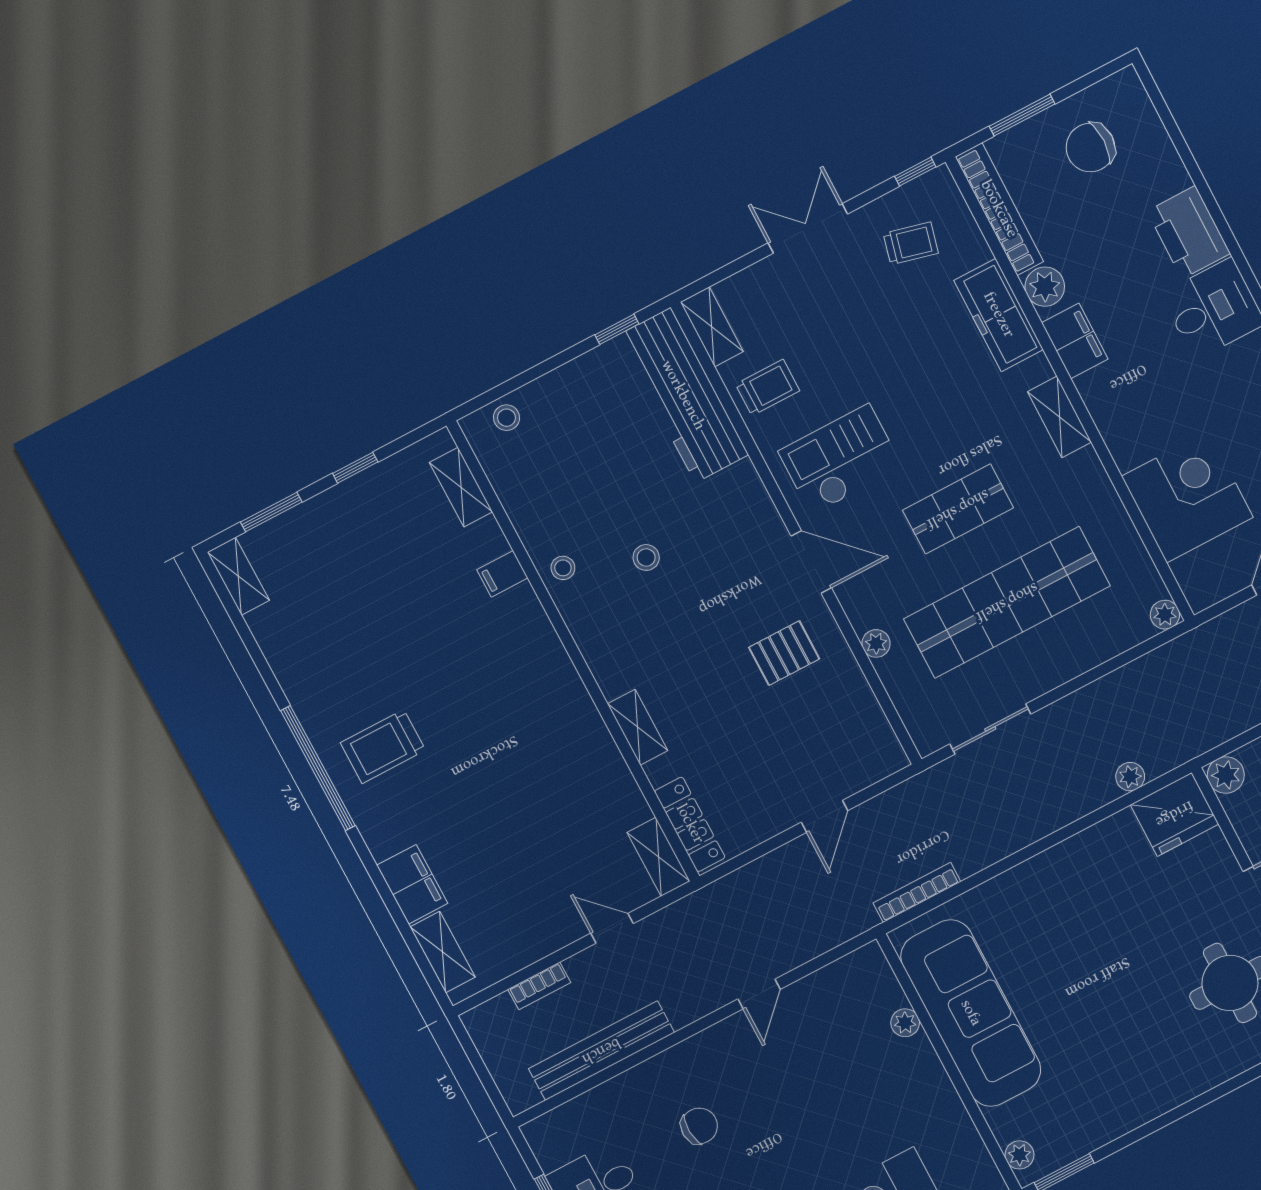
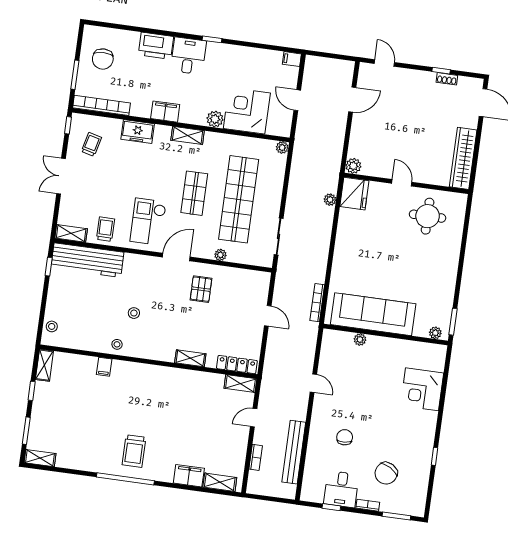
plant: (1045, 287) -> (215, 119), moved
freezer: (999, 315) -> (138, 132), width x0.71
shelving: (461, 487) -> (44, 365), moved, turned 90

